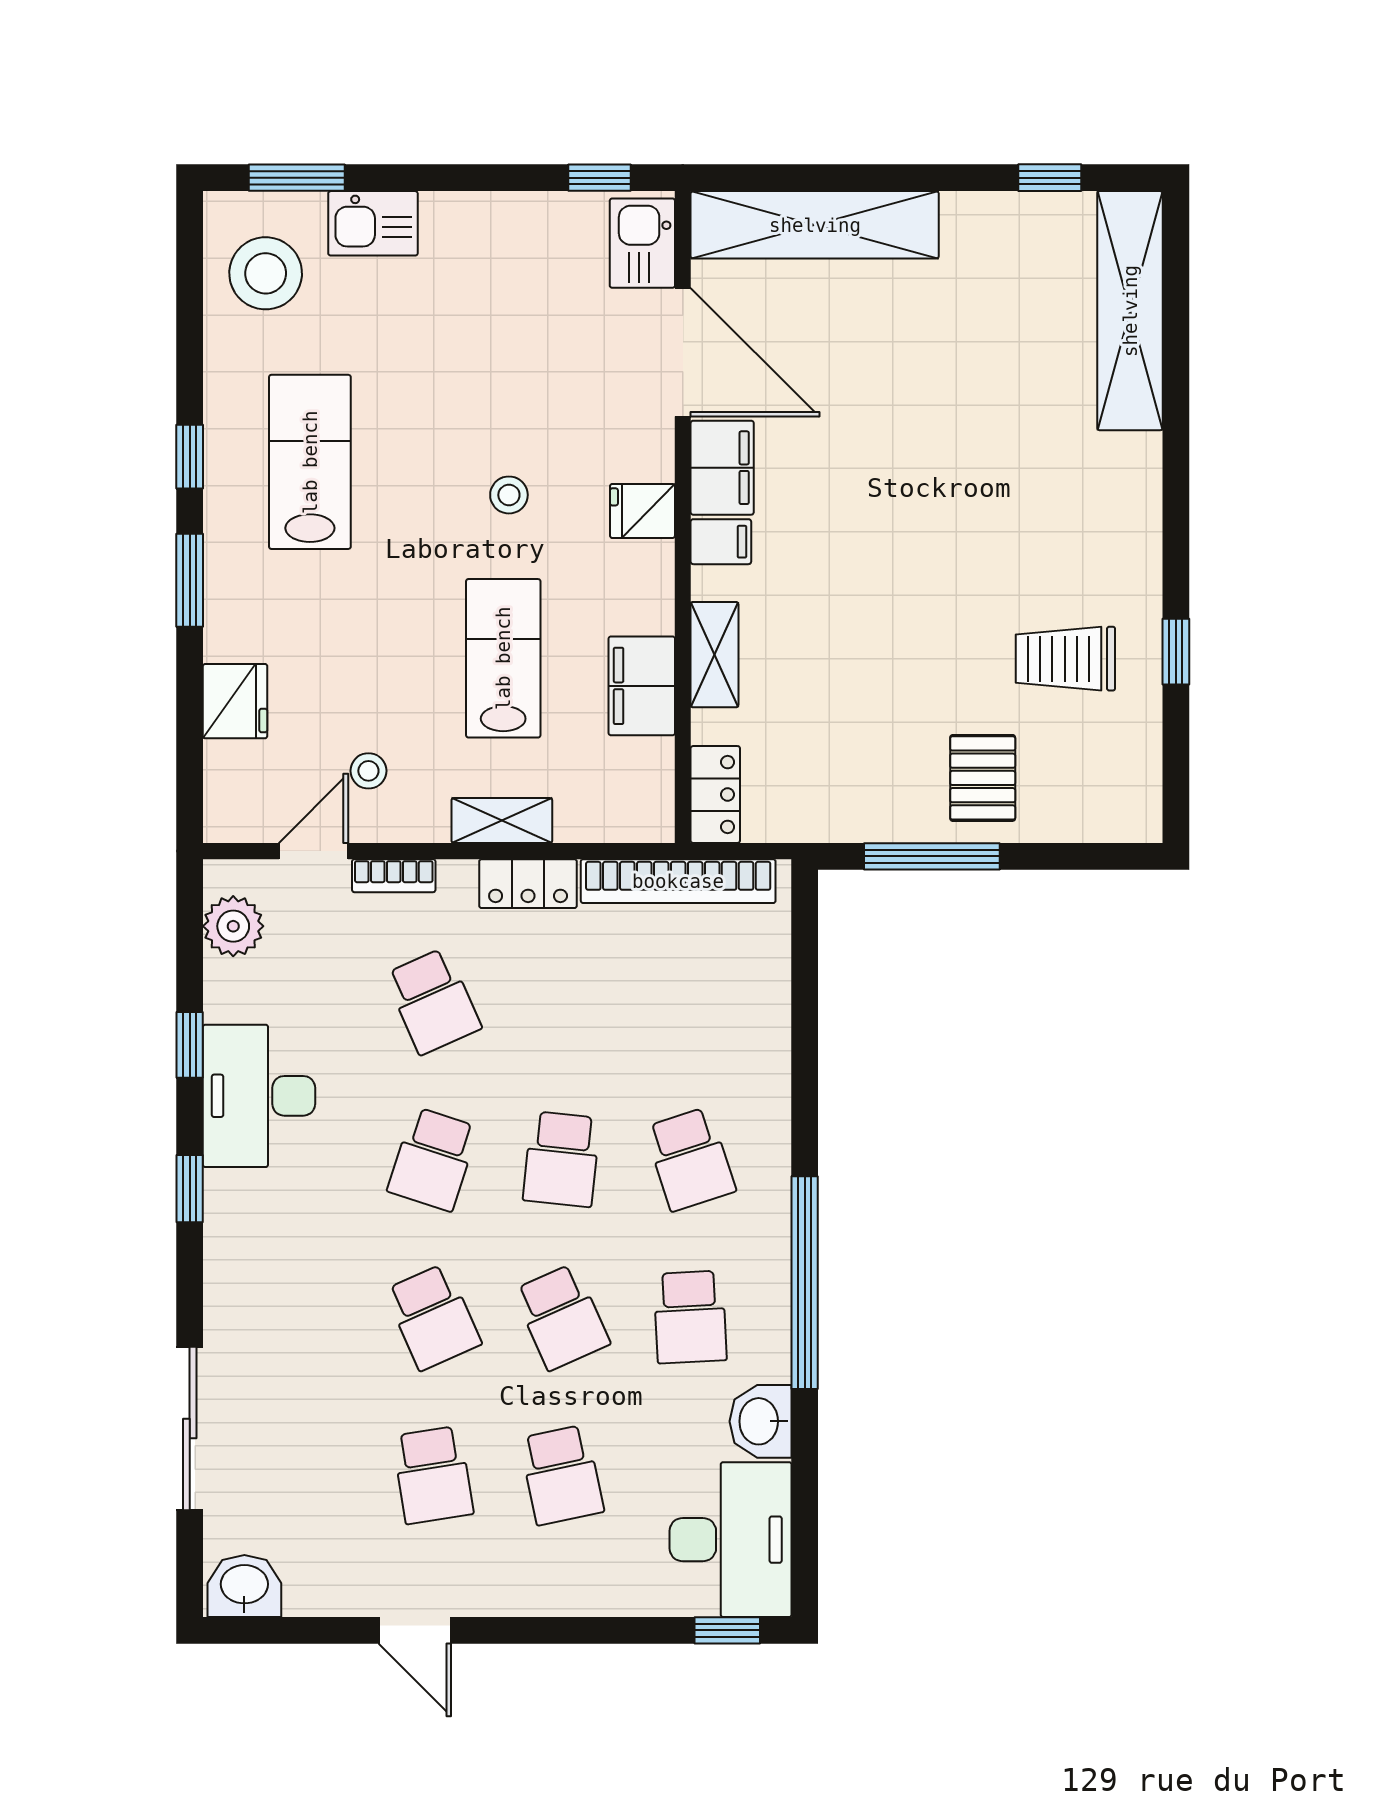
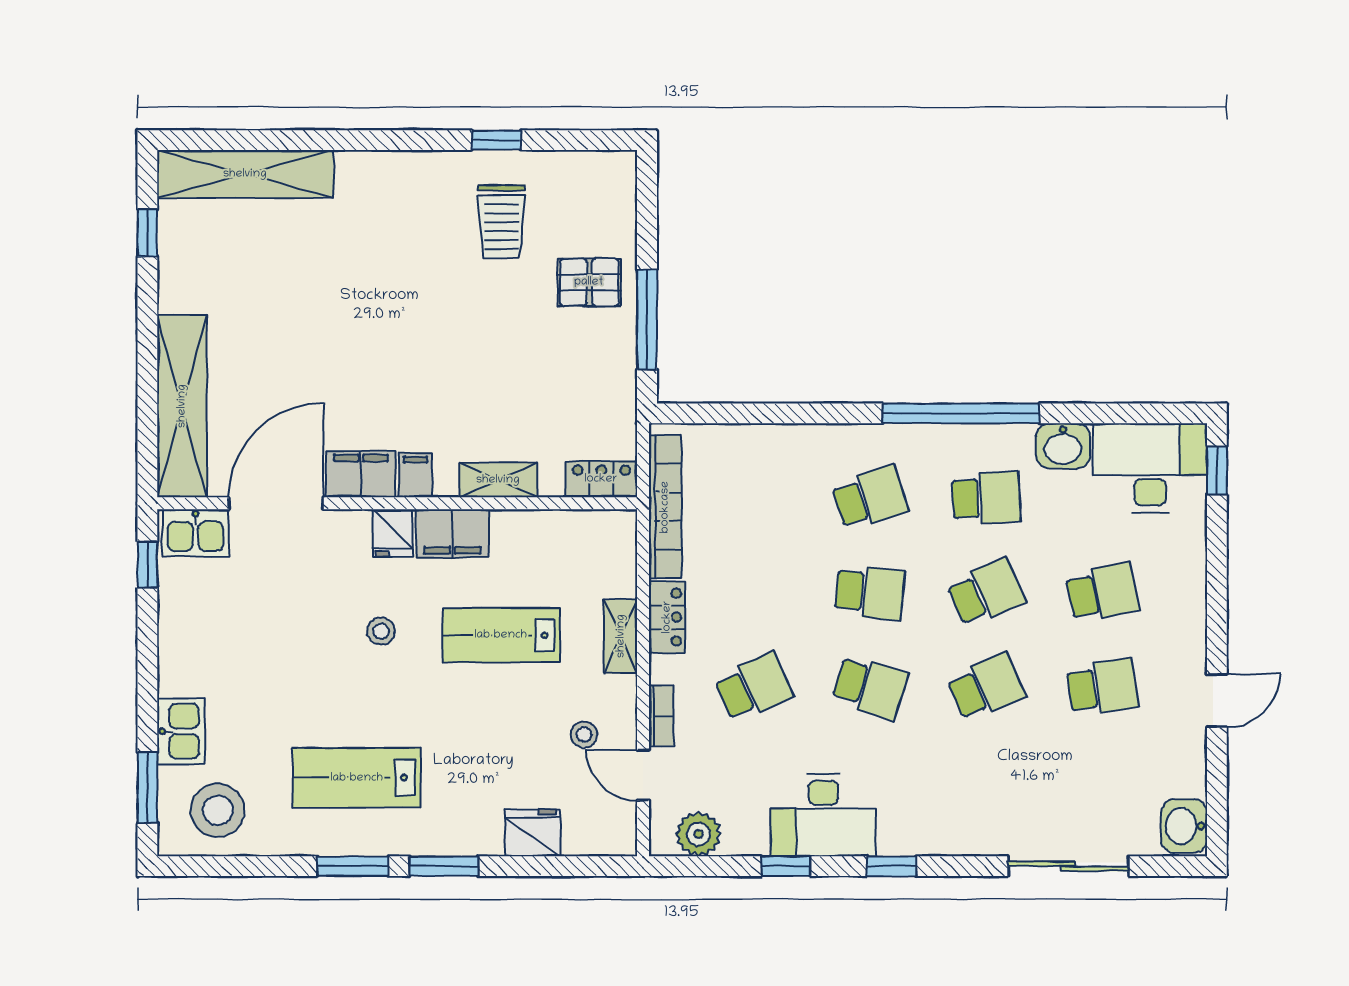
window: (190, 457) -> (353, 866), width x1.50
filing cabinet: (642, 686) -> (452, 533), moved

